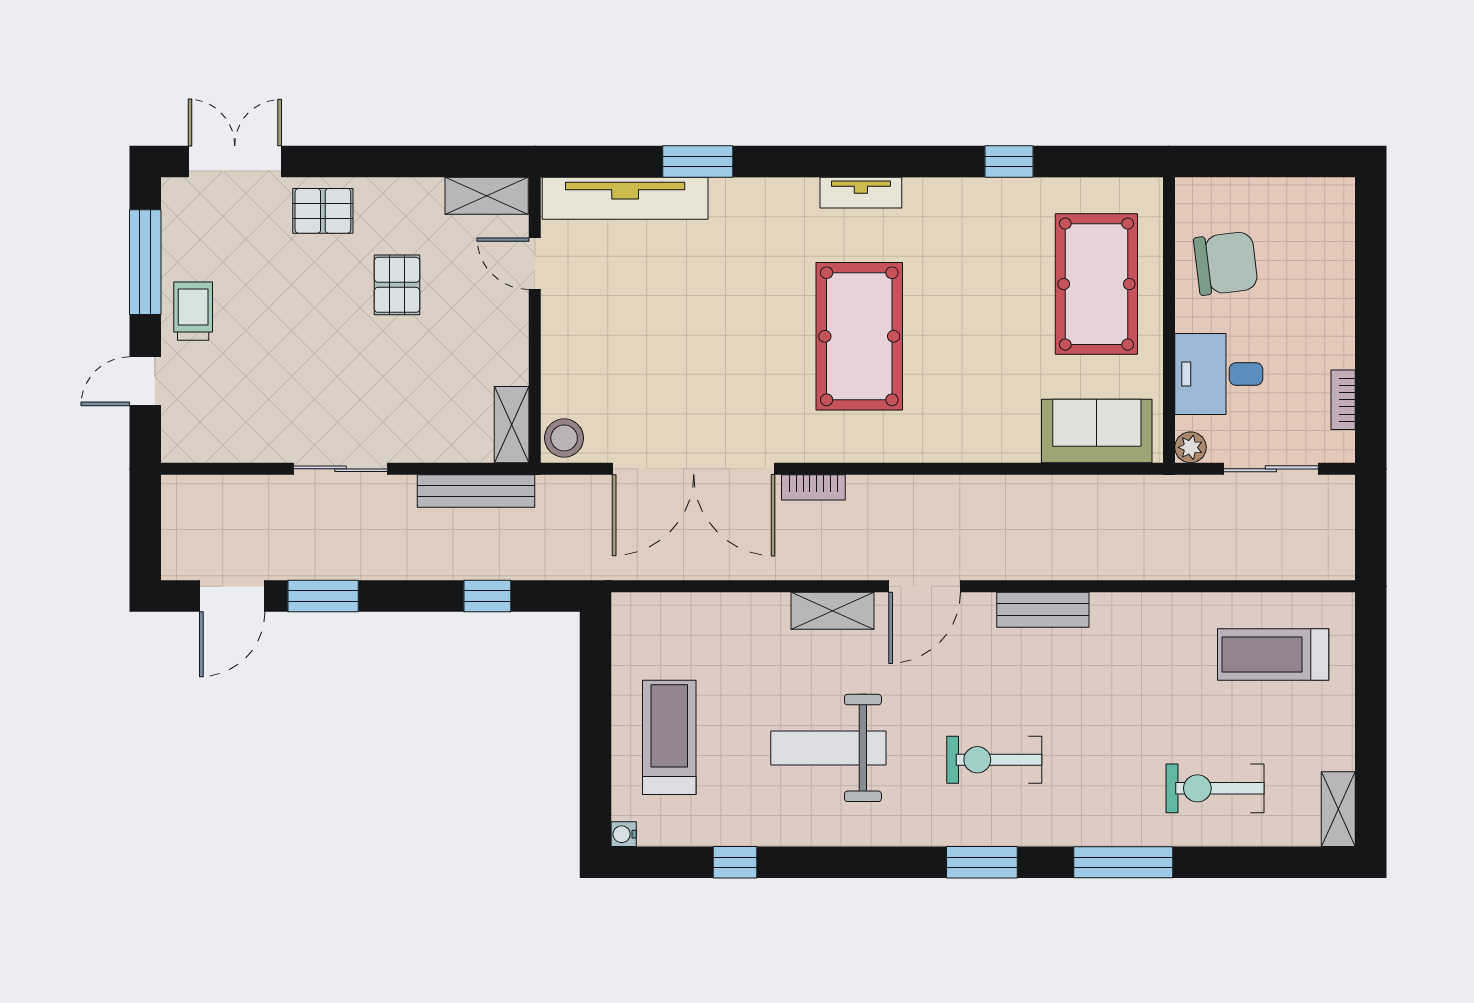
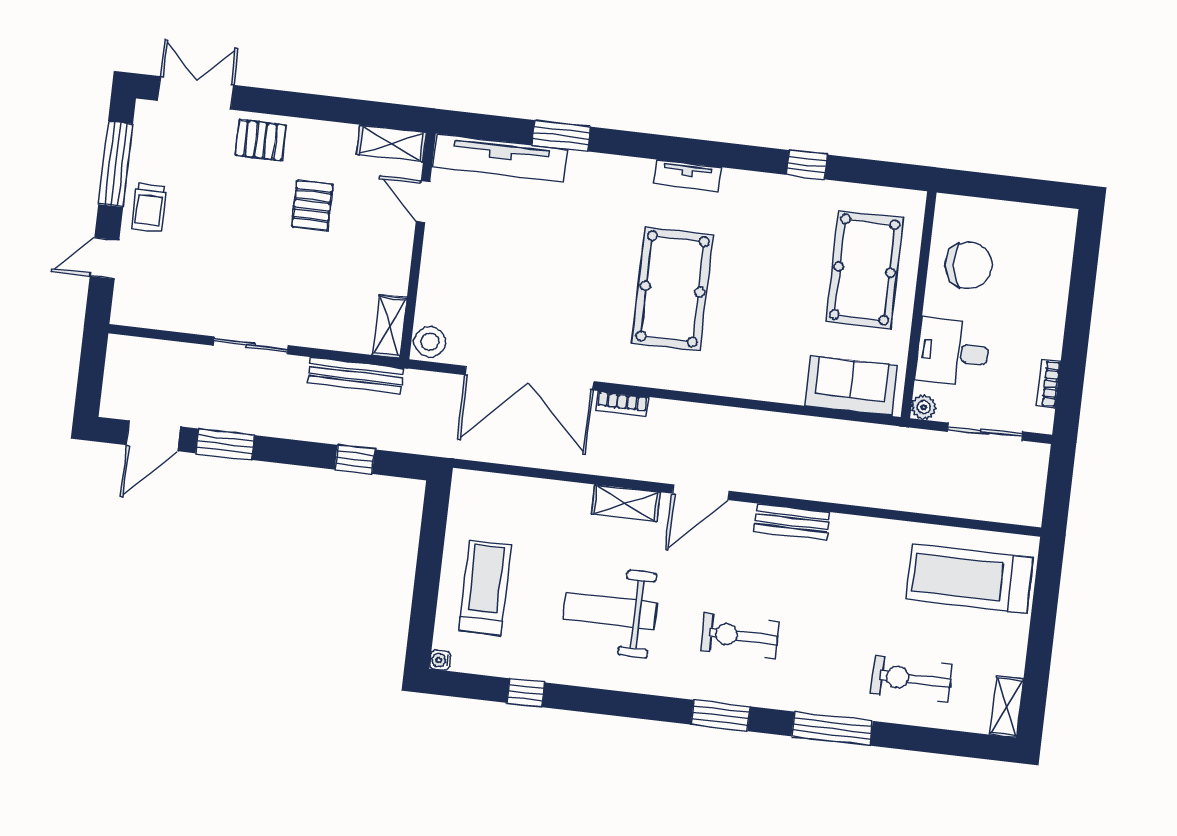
trolley: (193, 311) -> (149, 207), turned 180
treadmill: (1273, 655) -> (970, 578), width x1.37, depth x1.38

